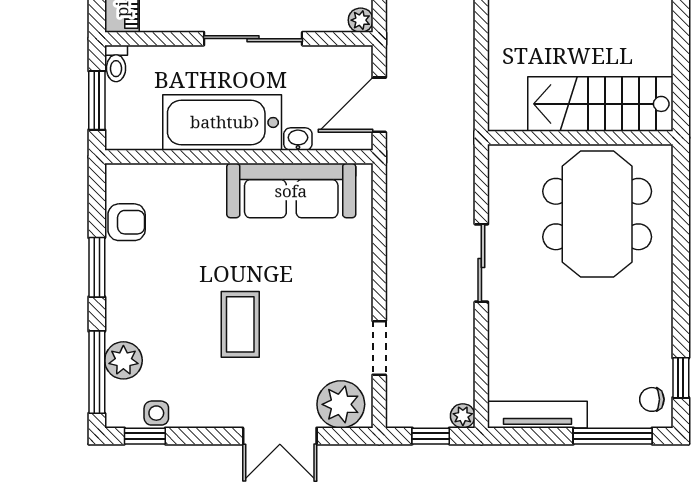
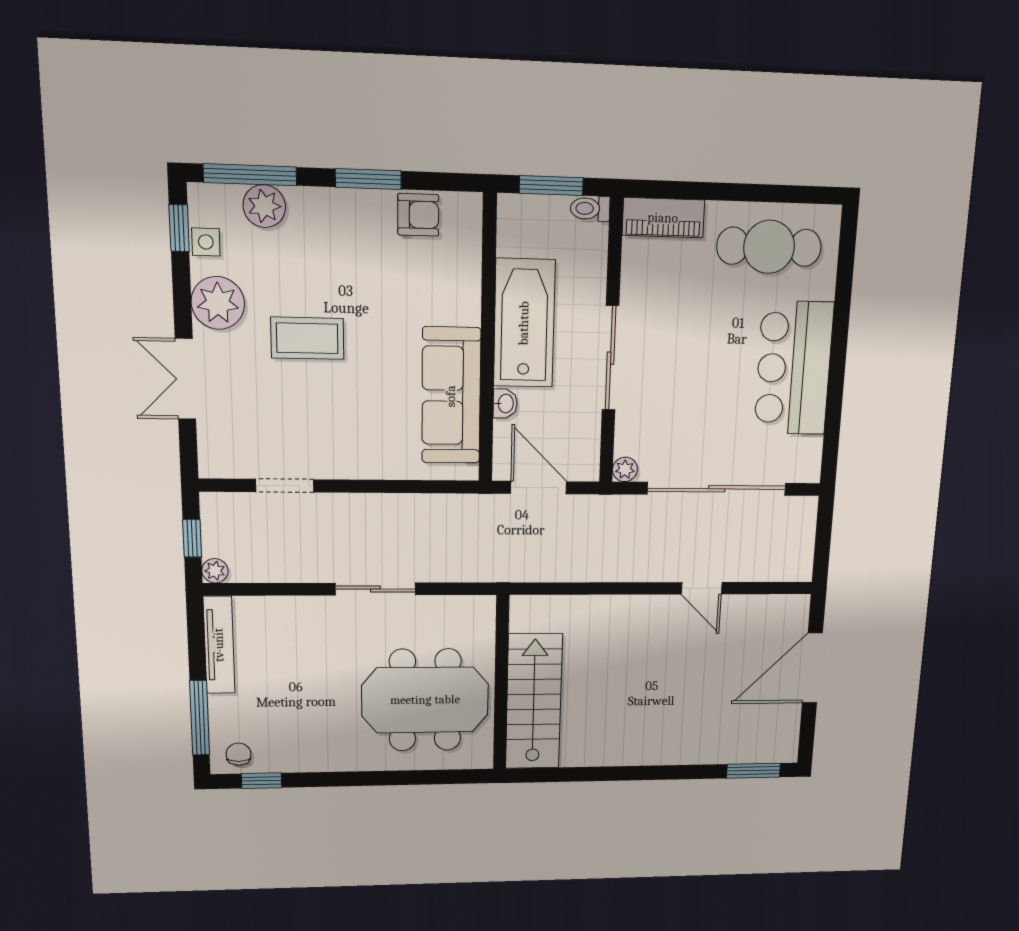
armchair: (127, 222) -> (418, 215), turned -90
plant: (341, 404) -> (218, 303), moved

